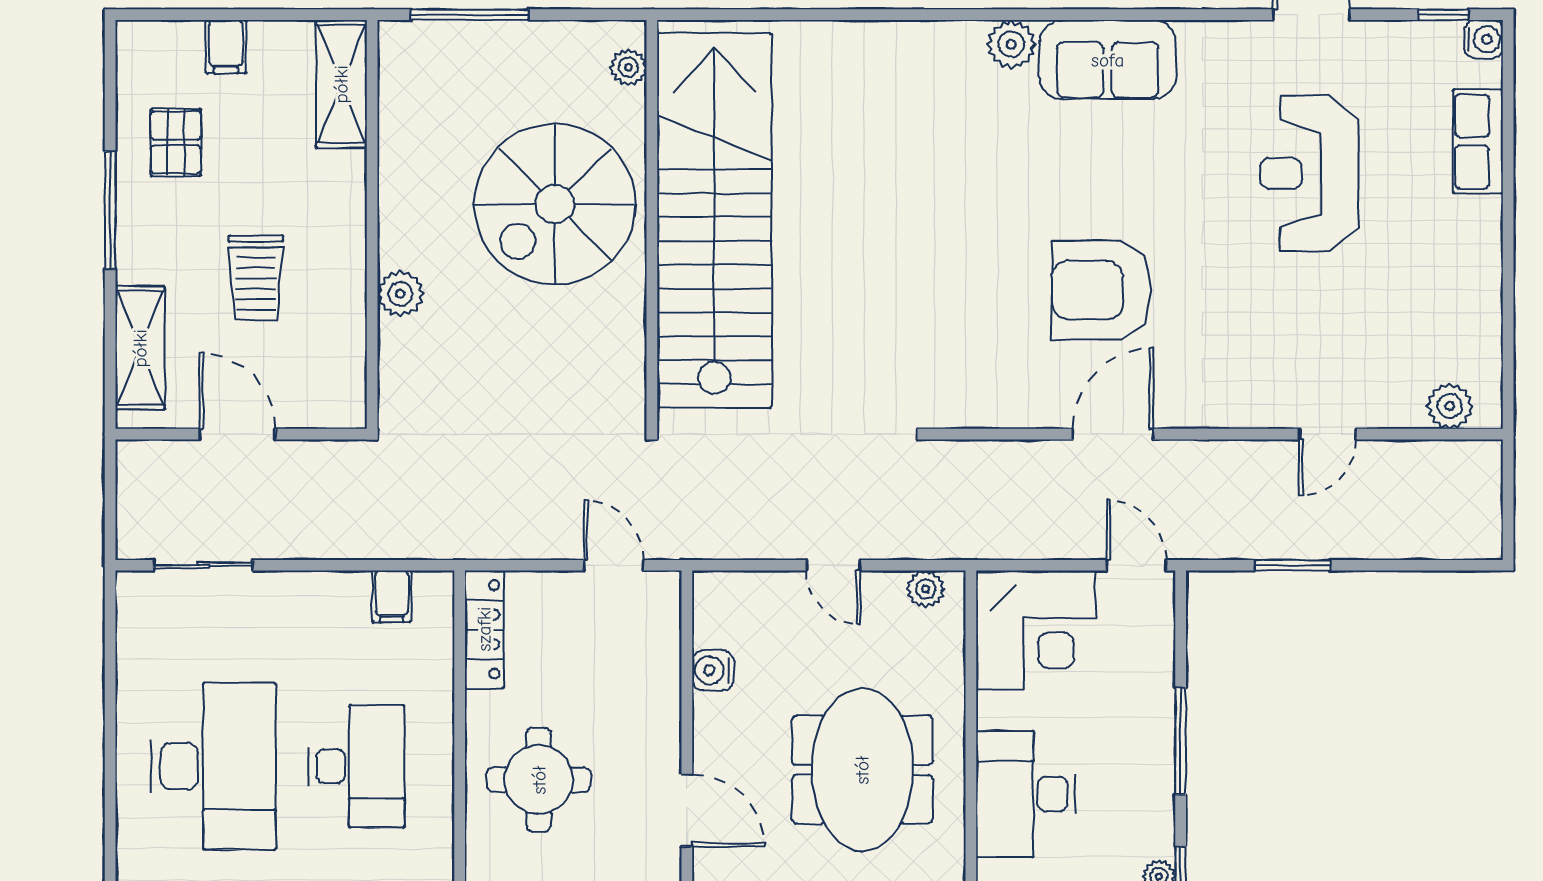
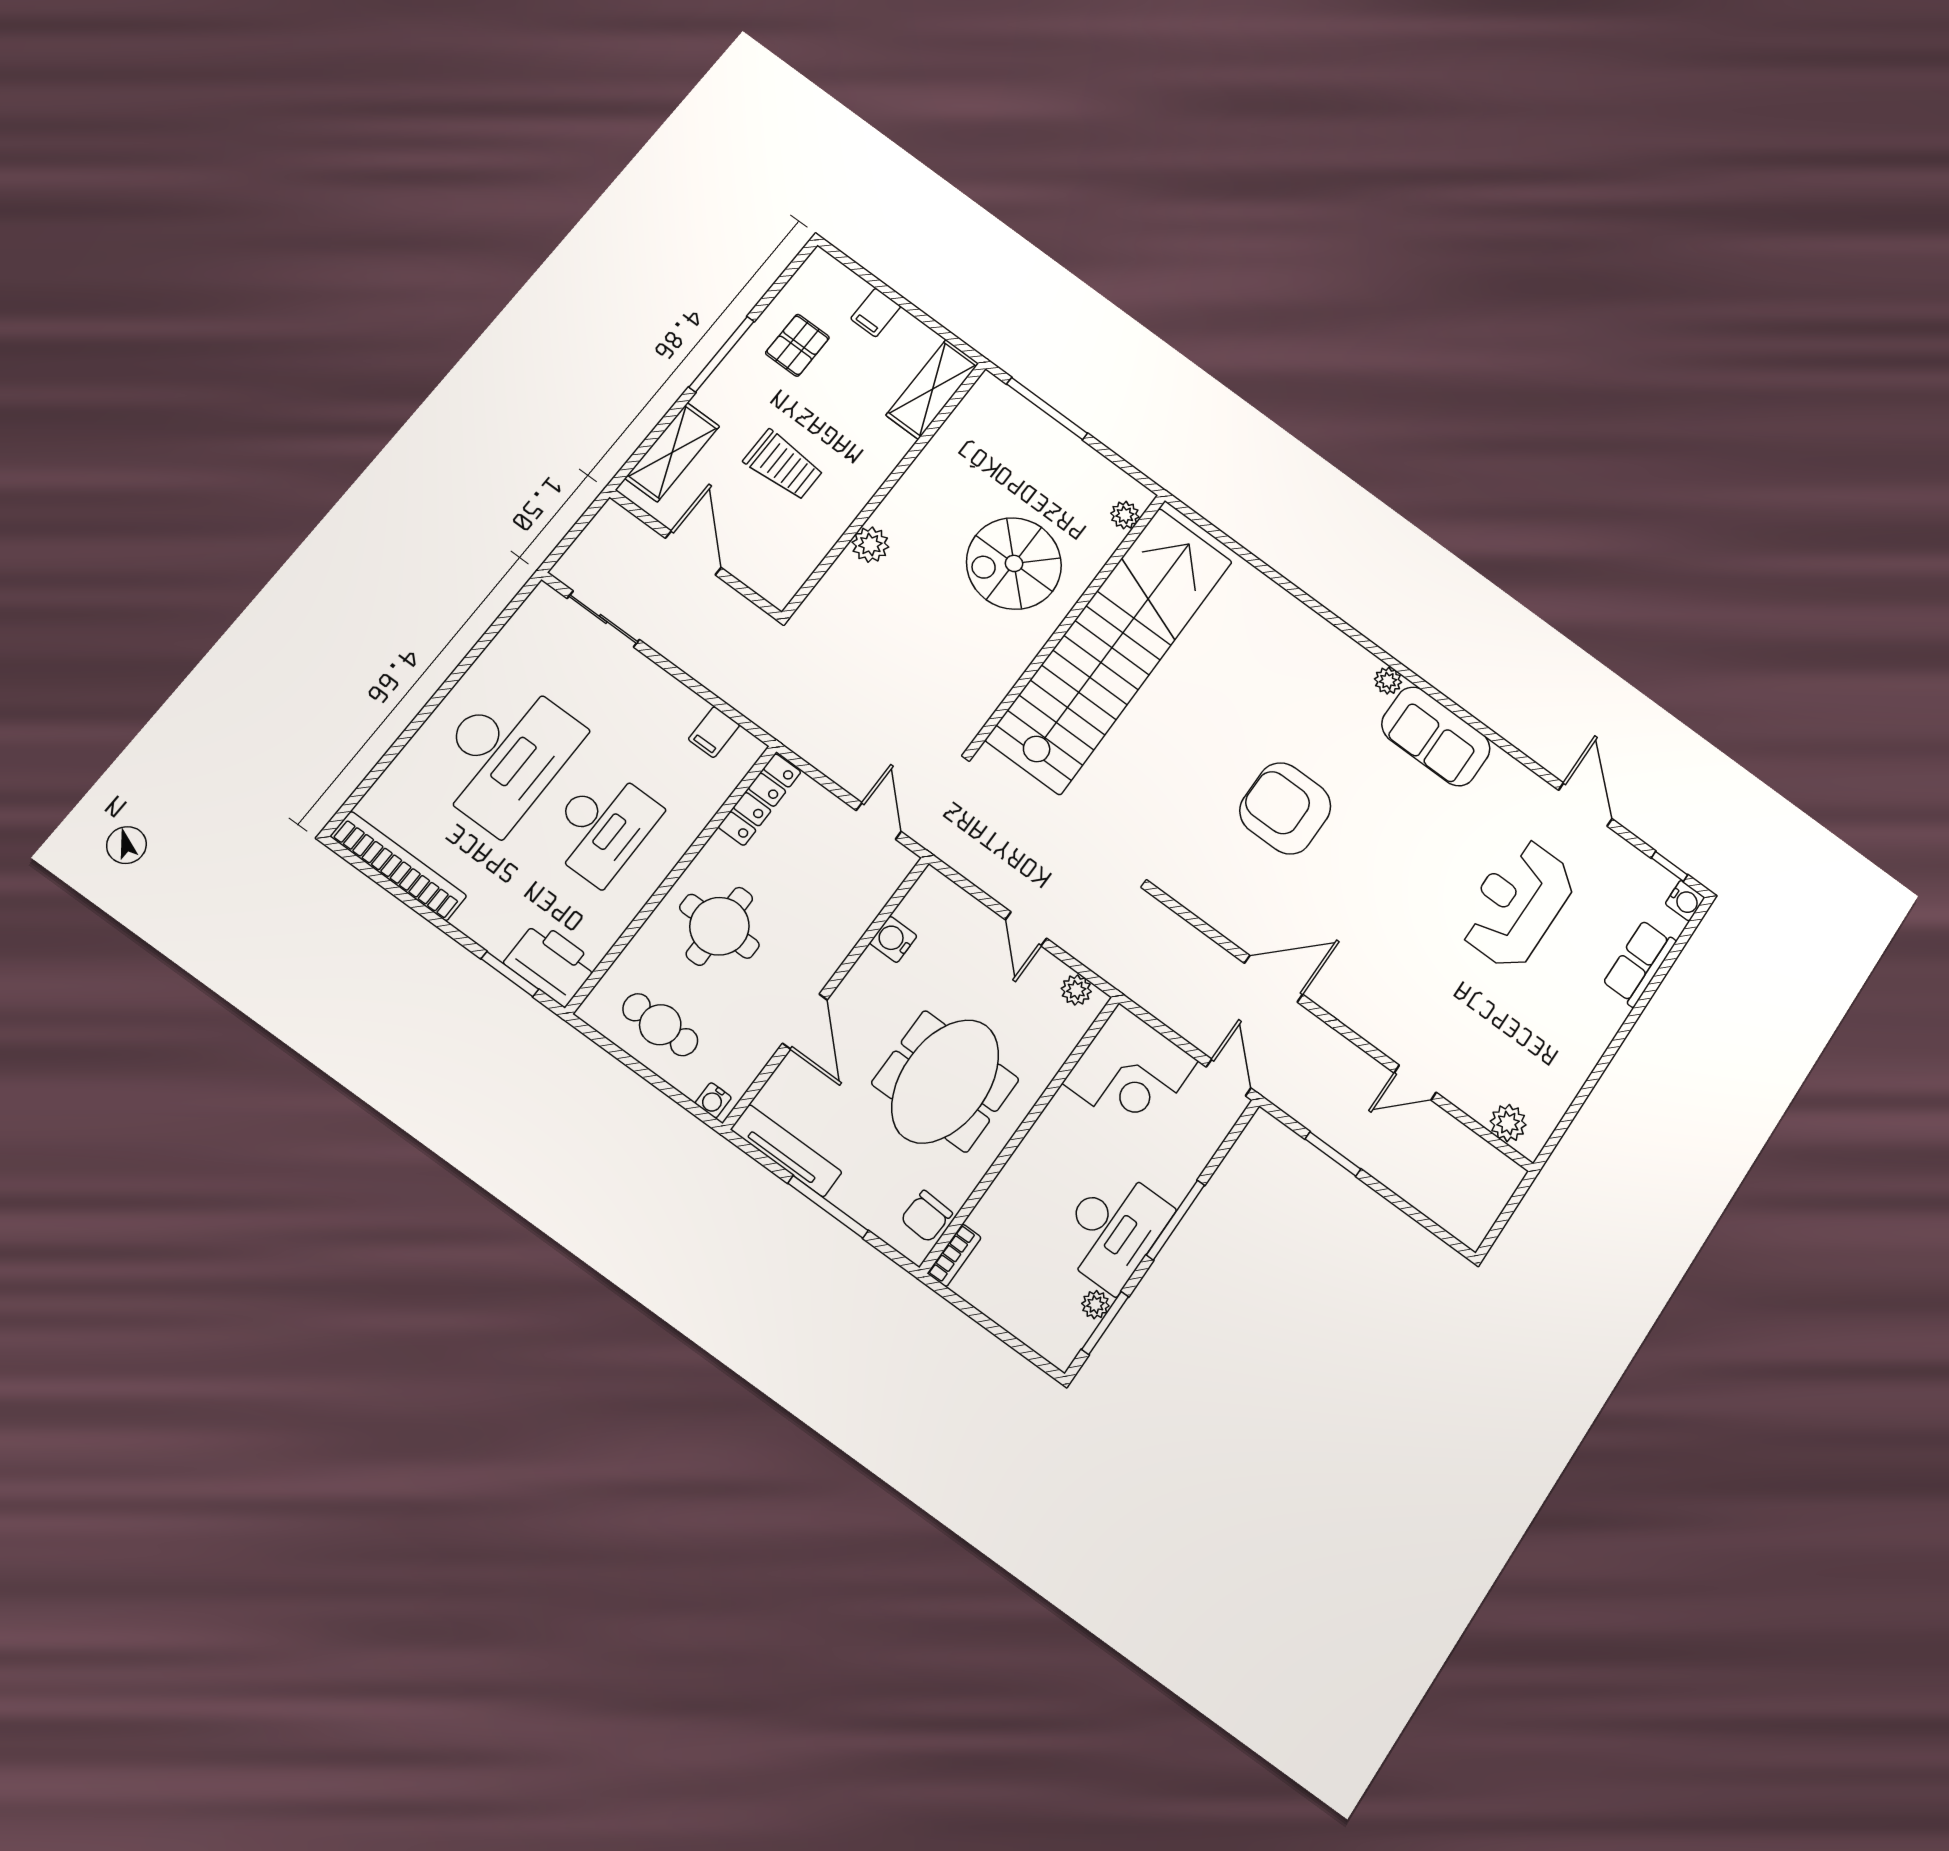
plant: (1011, 44) -> (1388, 681), width x0.73, depth x0.73
spiral stairs: (555, 204) -> (1014, 563), width x0.73, depth x0.73
trolley: (256, 278) -> (783, 465), turned -90
armchair: (1101, 290) -> (1285, 808), moved
desk: (1026, 794) -> (1113, 1229), moved, turned 180

